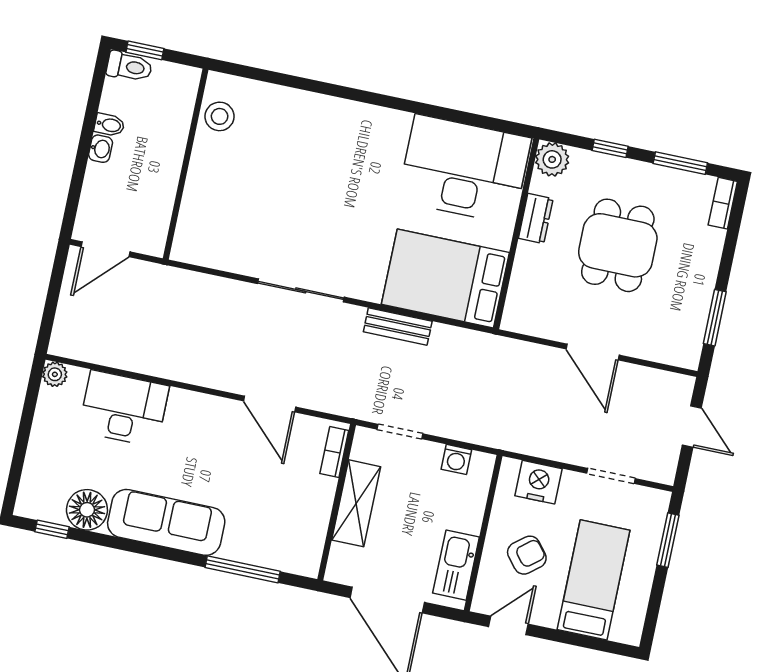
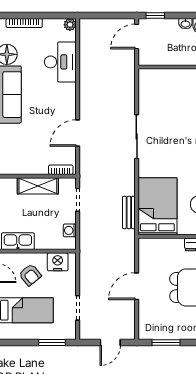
window: (72, 204) -> (155, 15), added
door: (105, 249) -> (137, 36), hinge flipped
bench: (398, 327) -> (129, 212), moved
bookcase: (33, 463) -> (24, 23), added
nightstand: (538, 482) -> (58, 262), moved, turned -90

